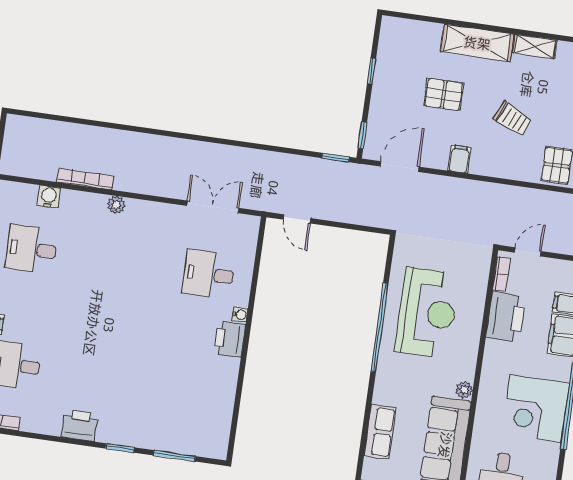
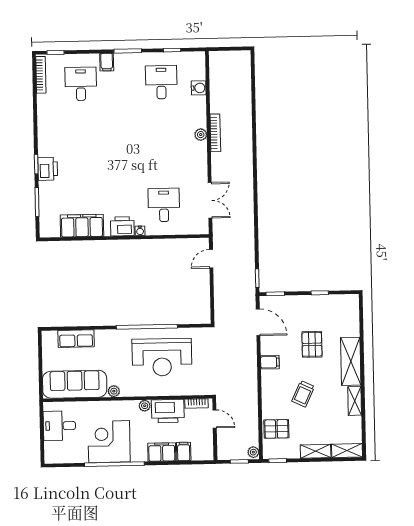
bookcase: (85, 179) -> (215, 133), moved
plant: (492, 349) -> (145, 406), added
filing cabinet: (219, 397) -> (82, 226), added
printer: (80, 426) -> (48, 169), moved

